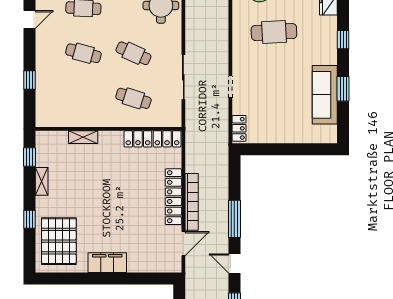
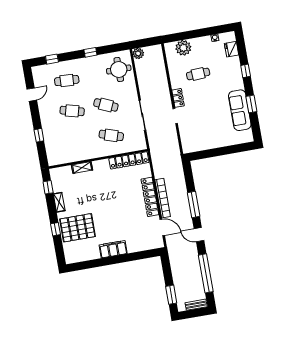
cafe table: (274, 32) -> (198, 74), width x0.73, depth x0.74
locker: (239, 128) -> (178, 98), moved
pallet: (59, 241) -> (77, 228), moved, turned 90
door: (183, 244) -> (162, 227), hinge flipped

